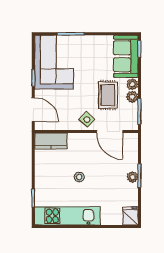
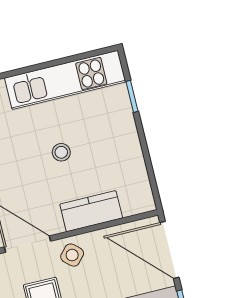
door: (33, 110) -> (169, 250), width x1.36
kitchen counter: (51, 141) -> (91, 211), moved

